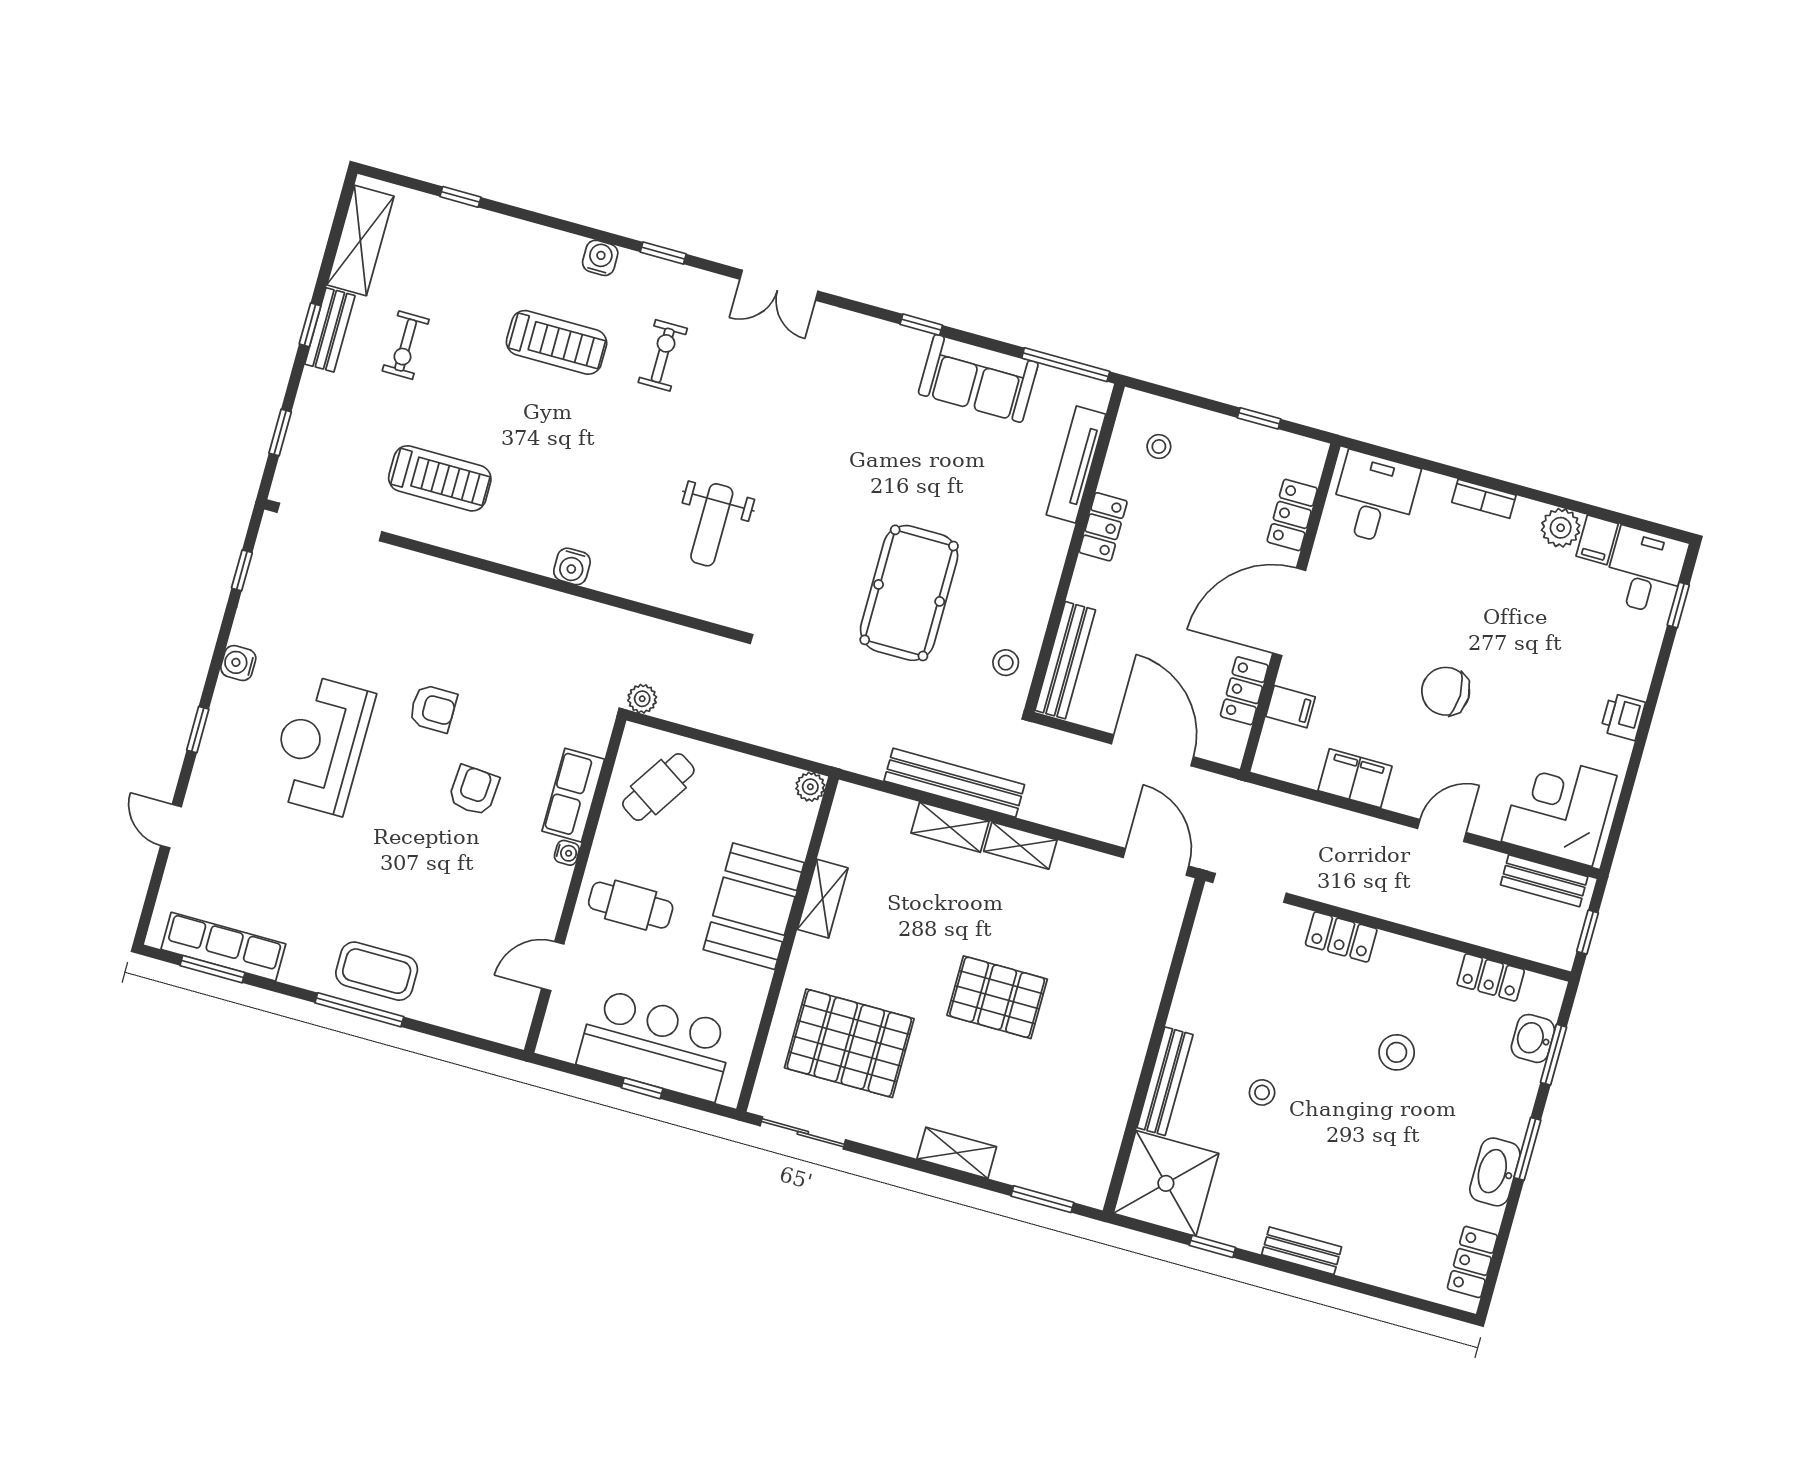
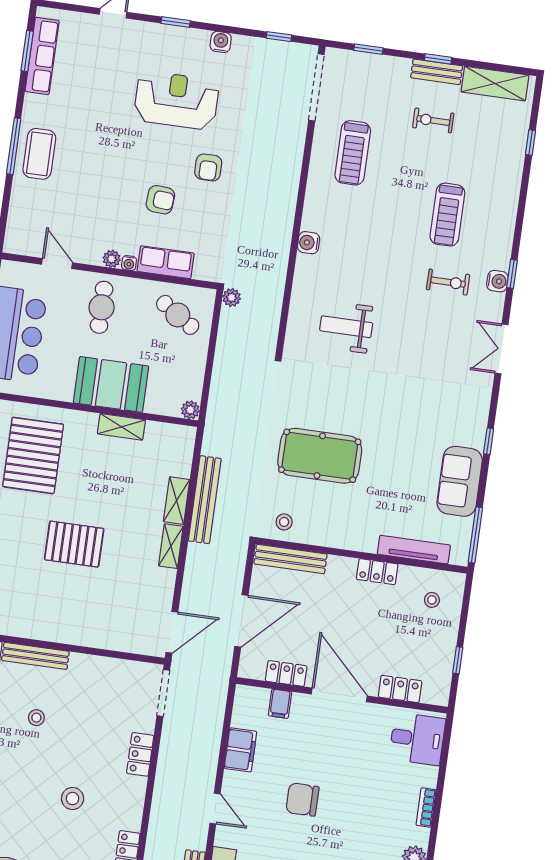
water cooler: (600, 258) -> (497, 281), moved
chair: (1446, 691) -> (302, 799), turned -90
plant: (557, 879) -> (112, 259), added
pallet: (997, 997) -> (74, 544), turned 90

